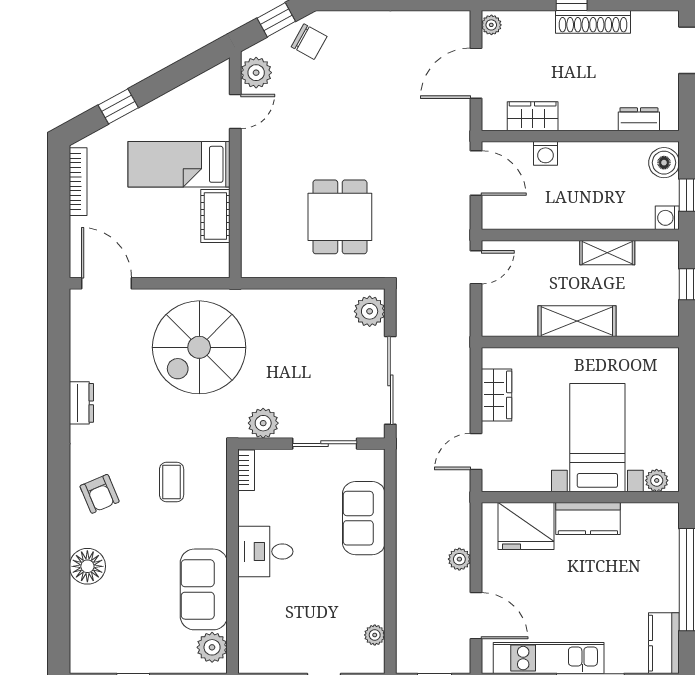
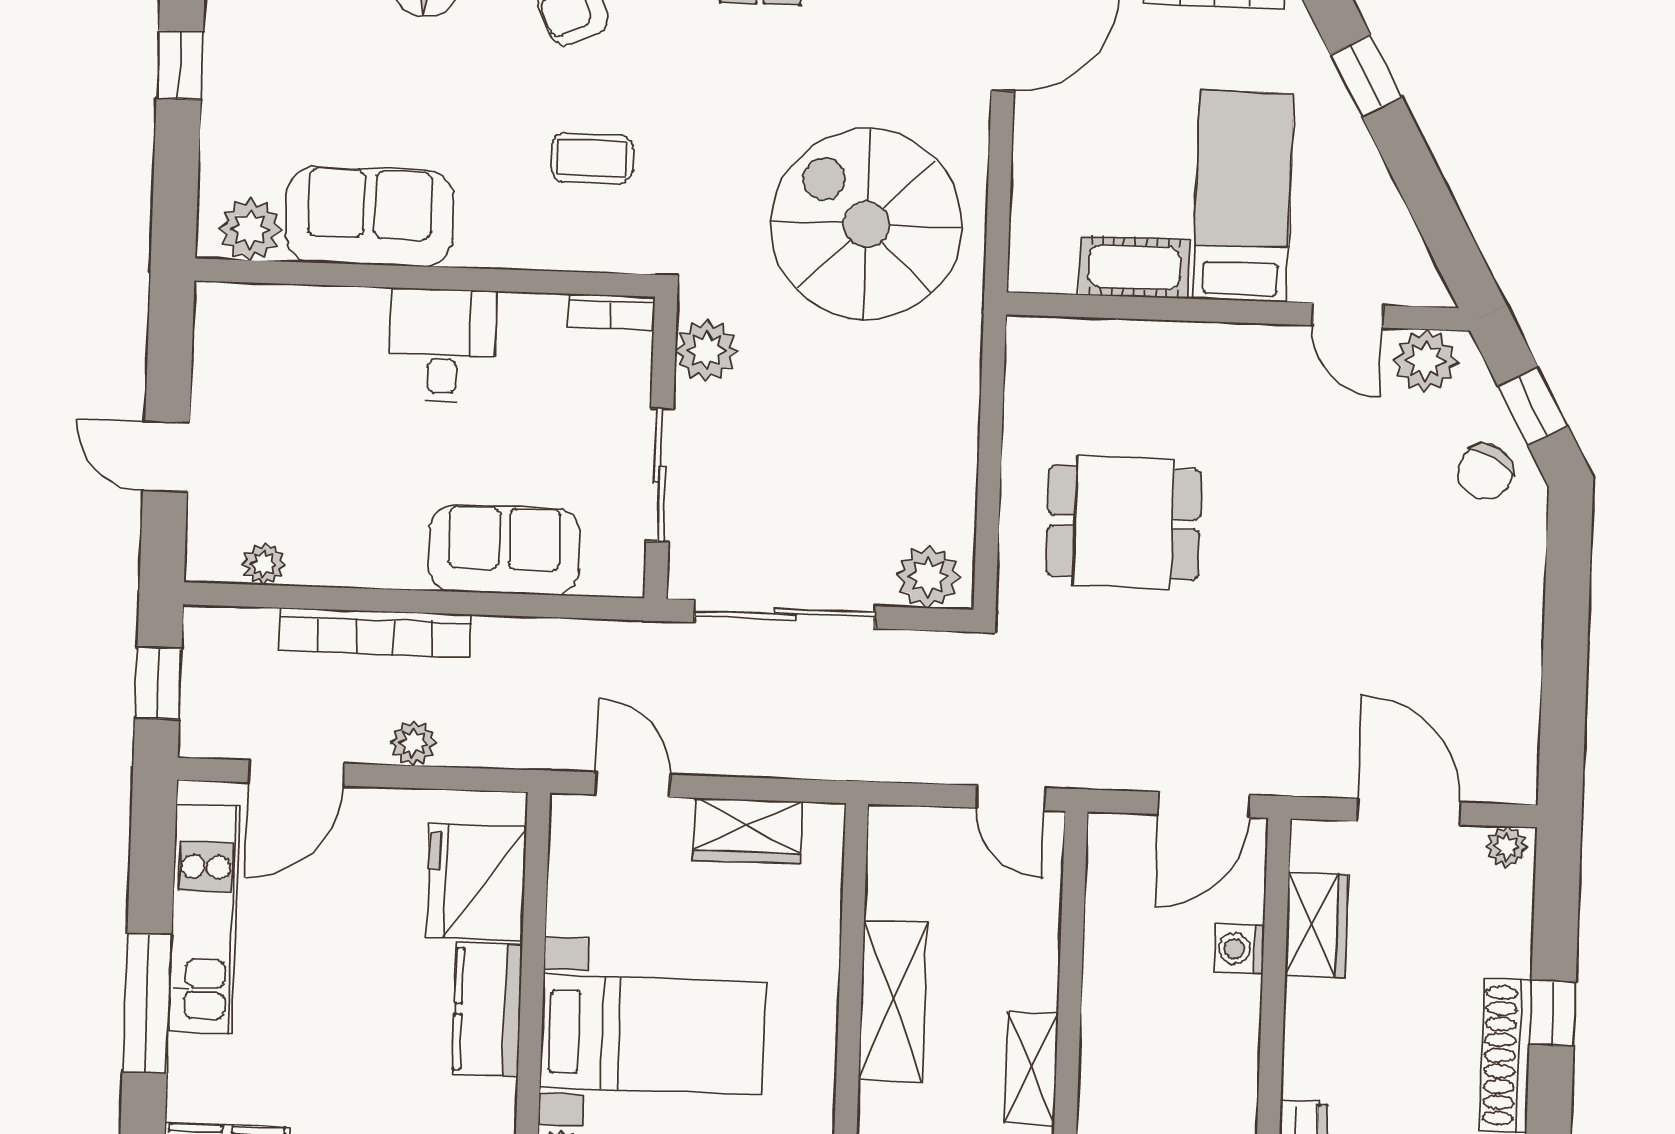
bookcase: (406, 579) -> (375, 633), added

